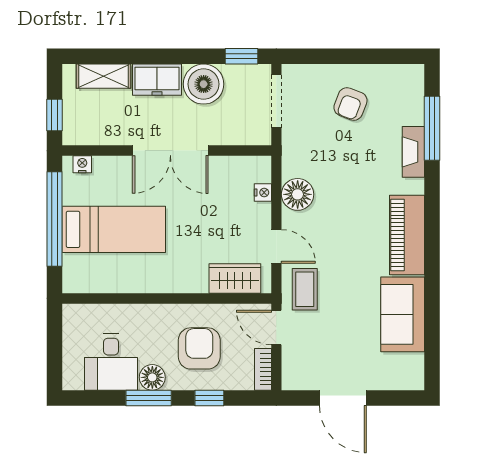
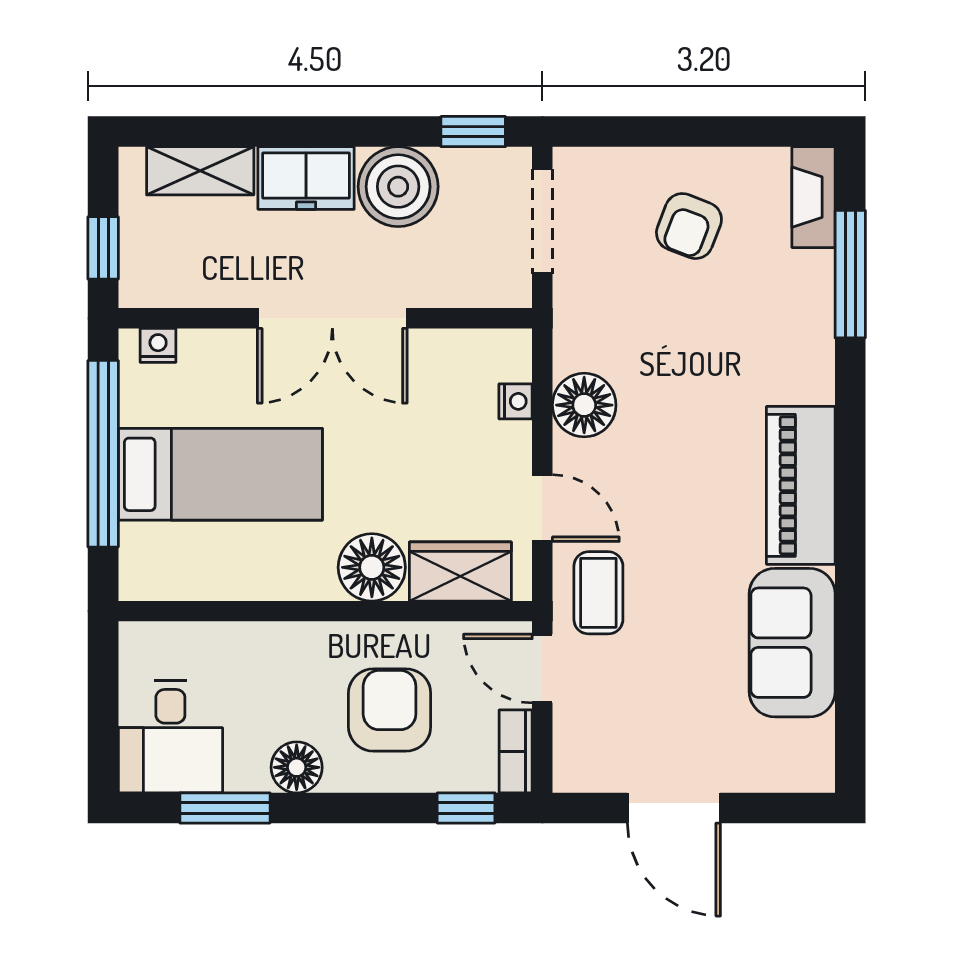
fireplace: (413, 152) -> (814, 197), moved
floor lamp: (190, 276) -> (372, 567), added
desk: (111, 362) -> (170, 737), moved
window: (149, 398) -> (225, 808), moved
window: (209, 398) -> (466, 808), moved

